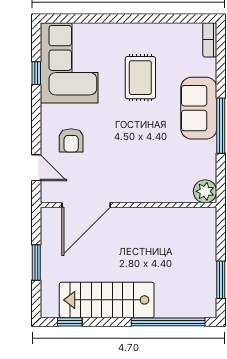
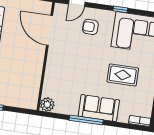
window: (36, 73) -> (120, 9), moved

